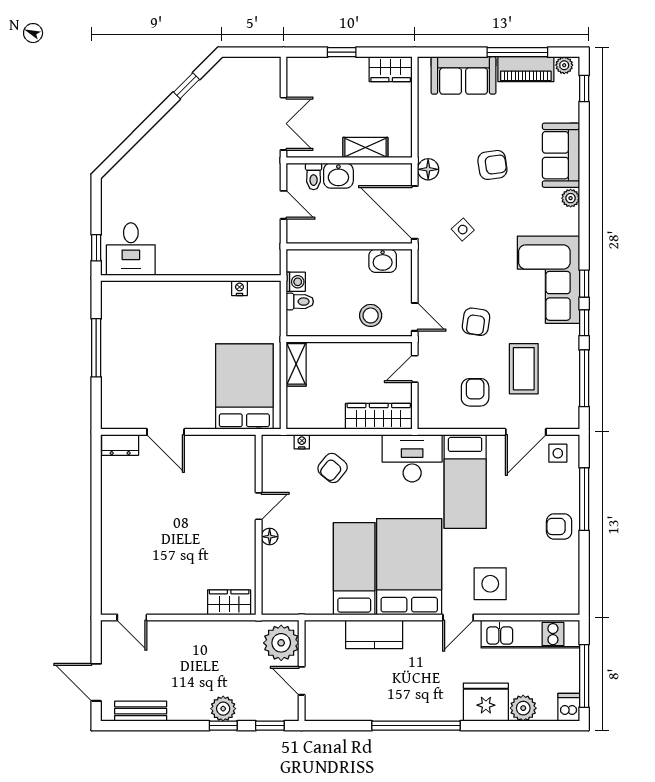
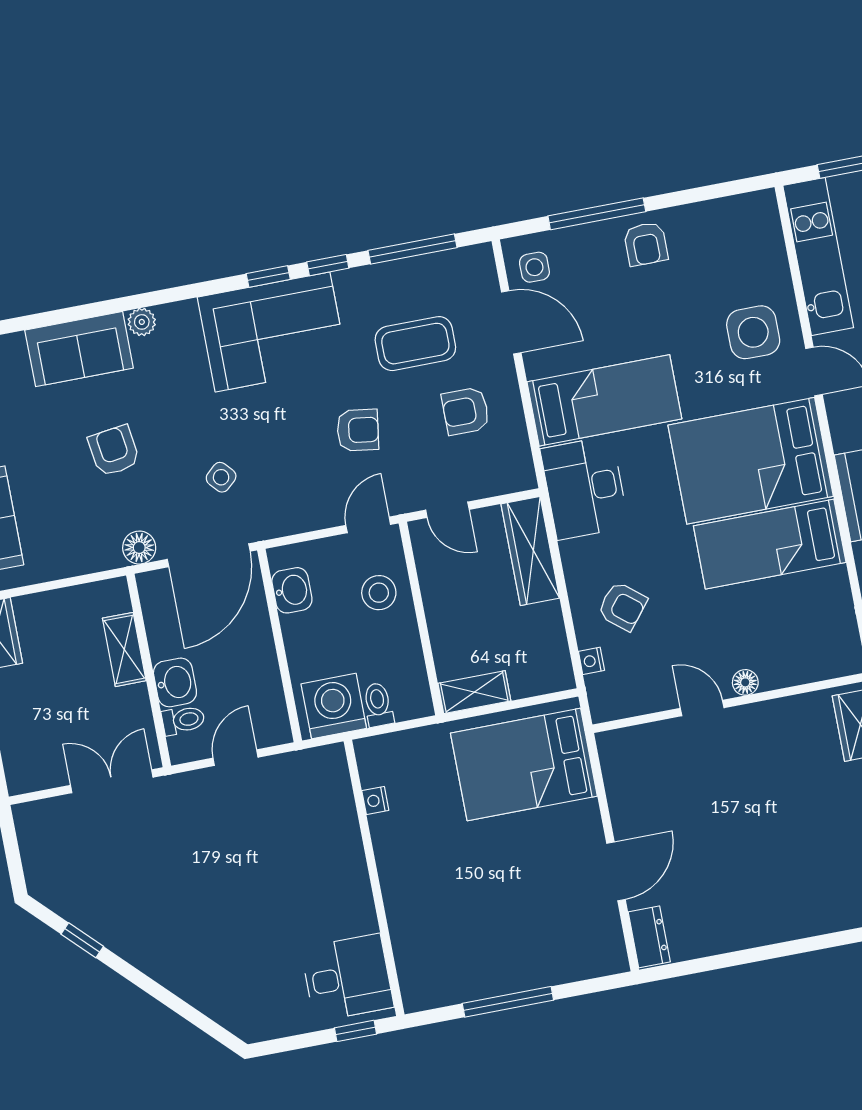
washing machine: (296, 282) -> (334, 706), width x1.89, depth x1.89

